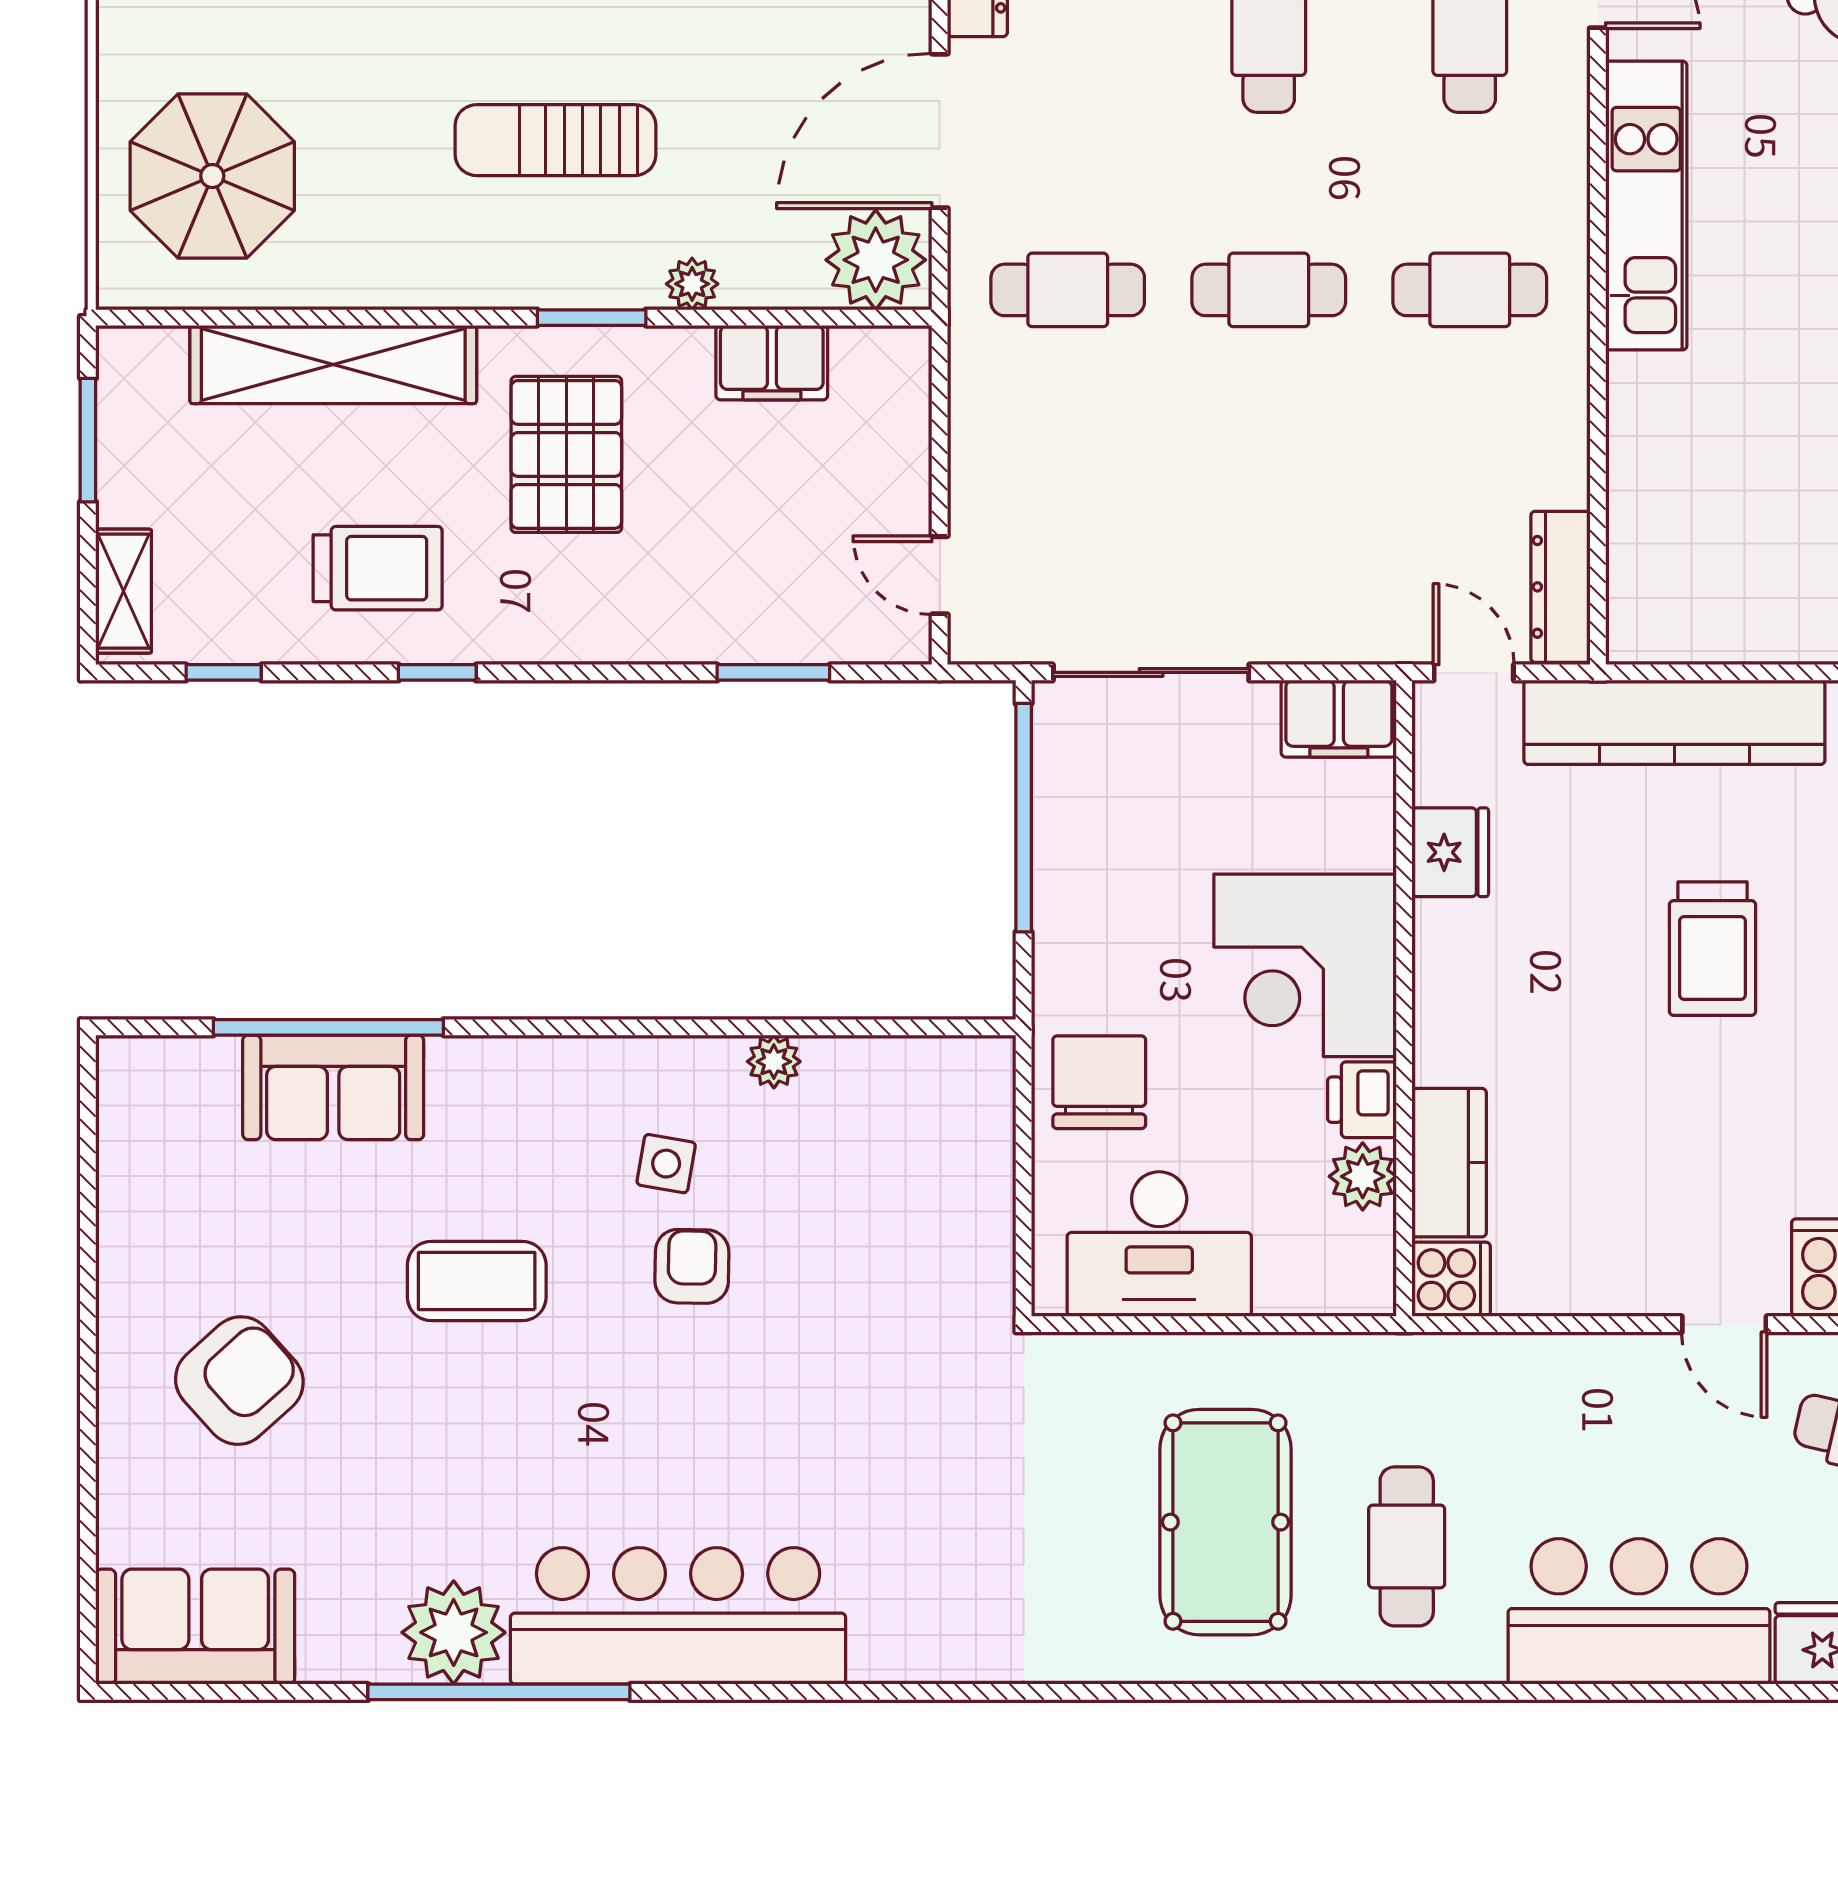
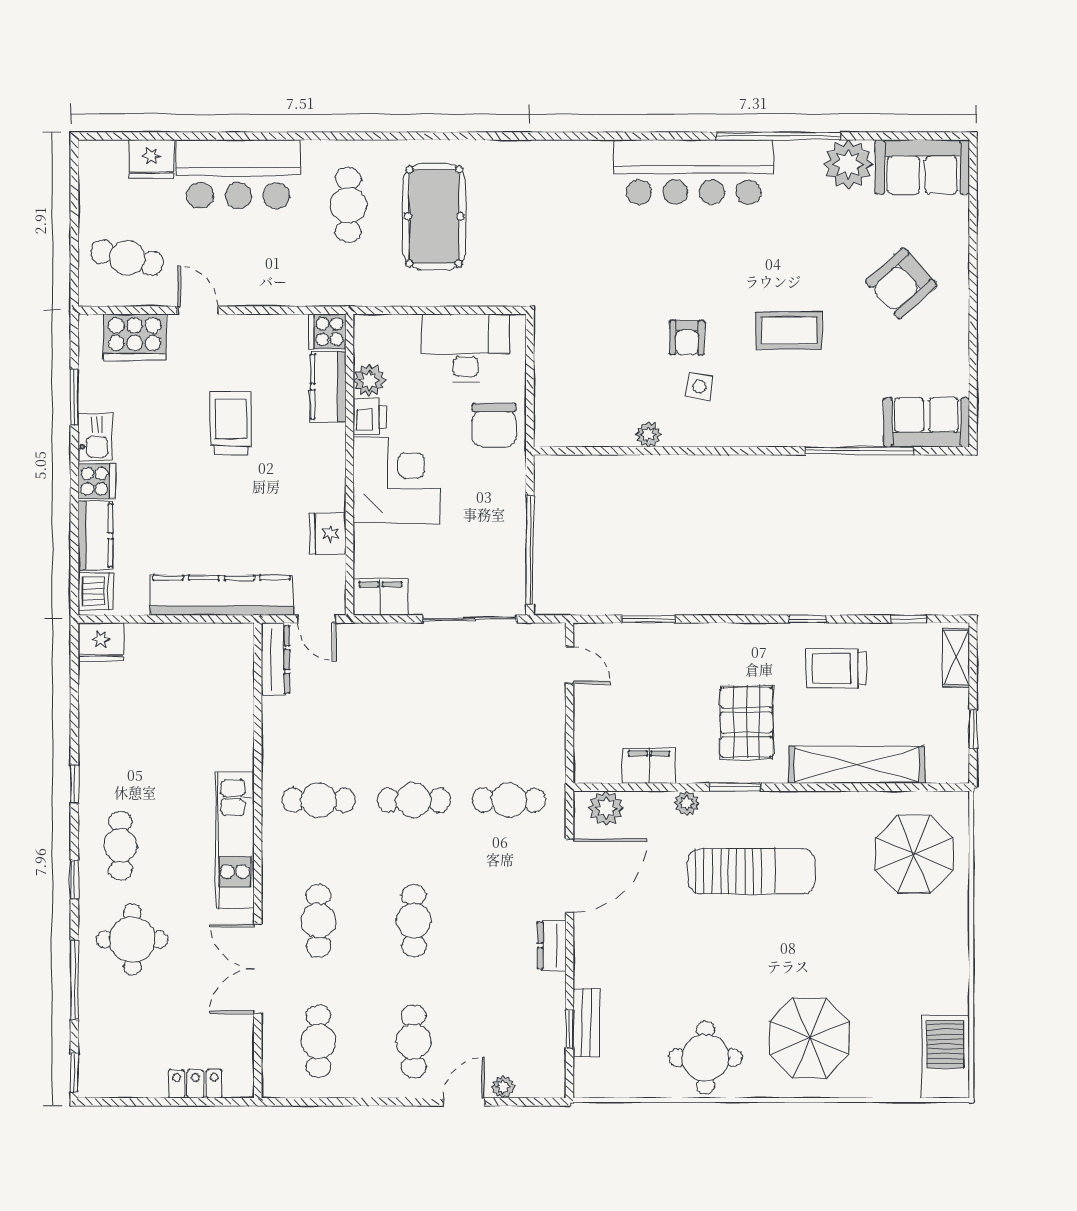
sun lounger: (556, 140) -> (752, 871), width x1.36, depth x1.34
plant: (876, 260) -> (606, 808), width x0.73, depth x0.73
window: (88, 440) -> (973, 729), width x0.67
trolley: (1712, 949) -> (231, 423), moved
sofa: (333, 1087) -> (927, 422), moved
plant: (454, 1632) -> (848, 164), moved

